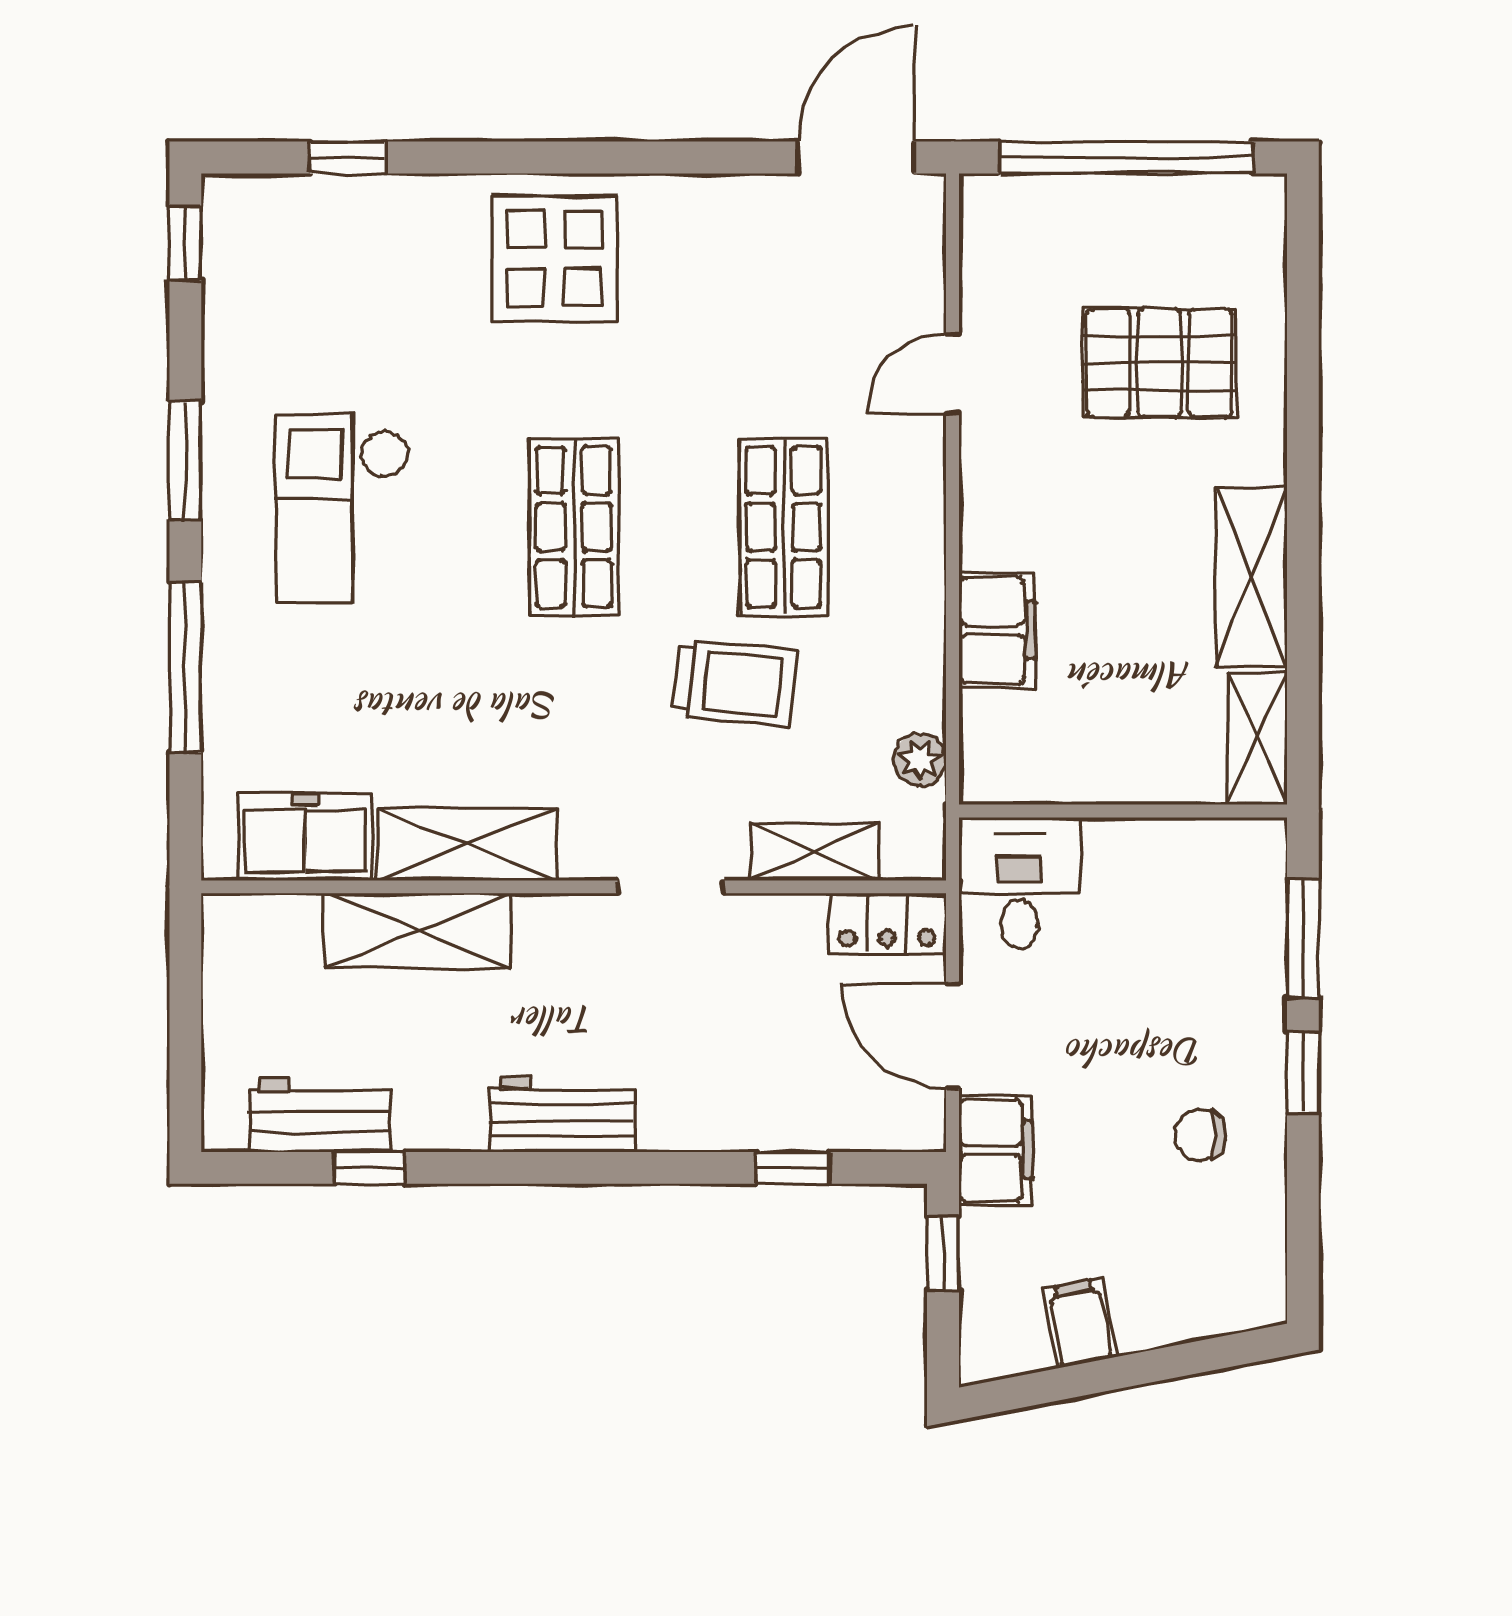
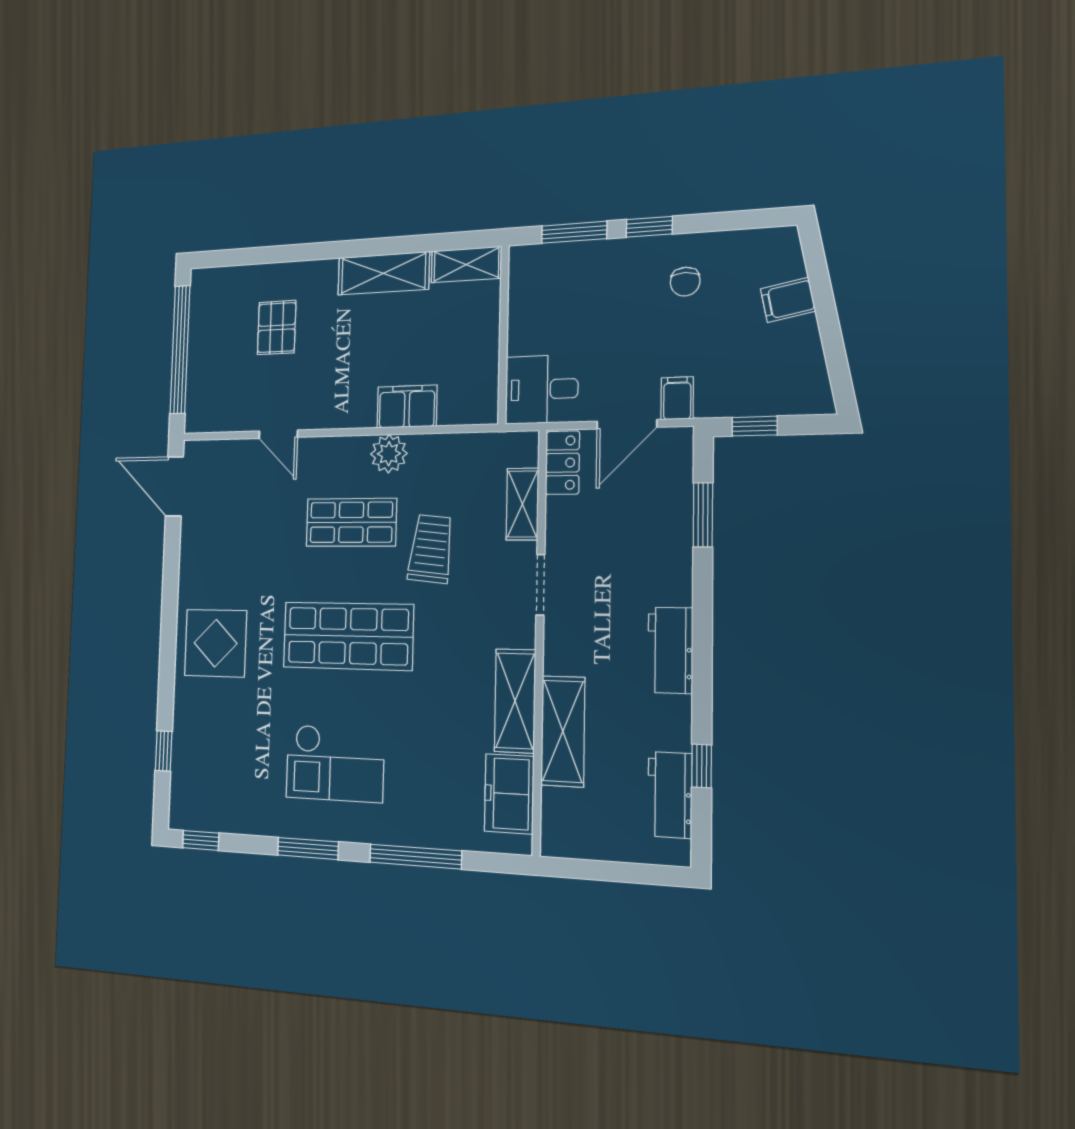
pallet: (1159, 363) -> (277, 328), width x0.67, depth x0.71
shop shelf: (574, 527) -> (348, 636), width x1.43, depth x1.36
plant: (920, 760) -> (389, 454), moved, width x1.38, depth x1.38
filing cabinet: (995, 1150) -> (677, 398), width x0.50
window: (792, 1168) -> (703, 515), width x1.50
filing cabinet: (1080, 1323) -> (788, 300), moved

